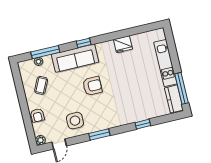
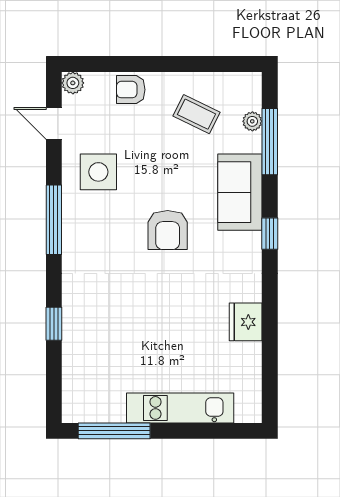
sofa: (75, 58) -> (240, 192), width x0.73
kitchen counter: (174, 99) -> (94, 408), removed
window: (99, 134) -> (54, 220), width x1.44

